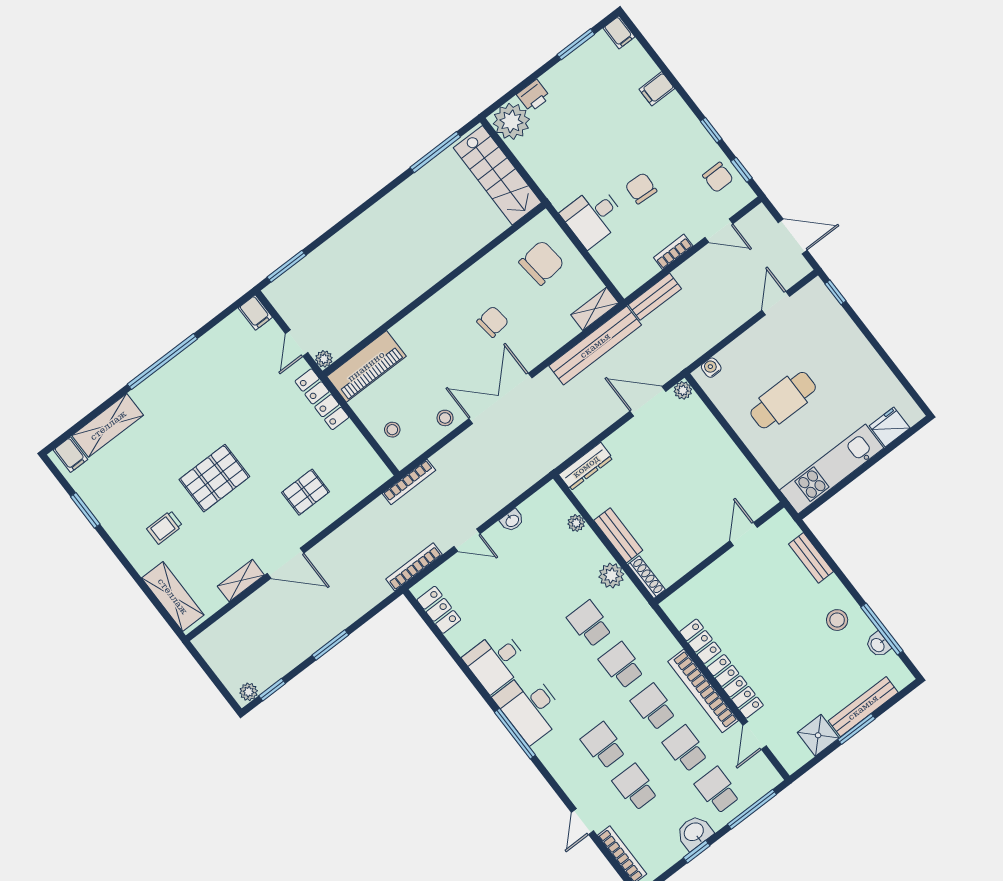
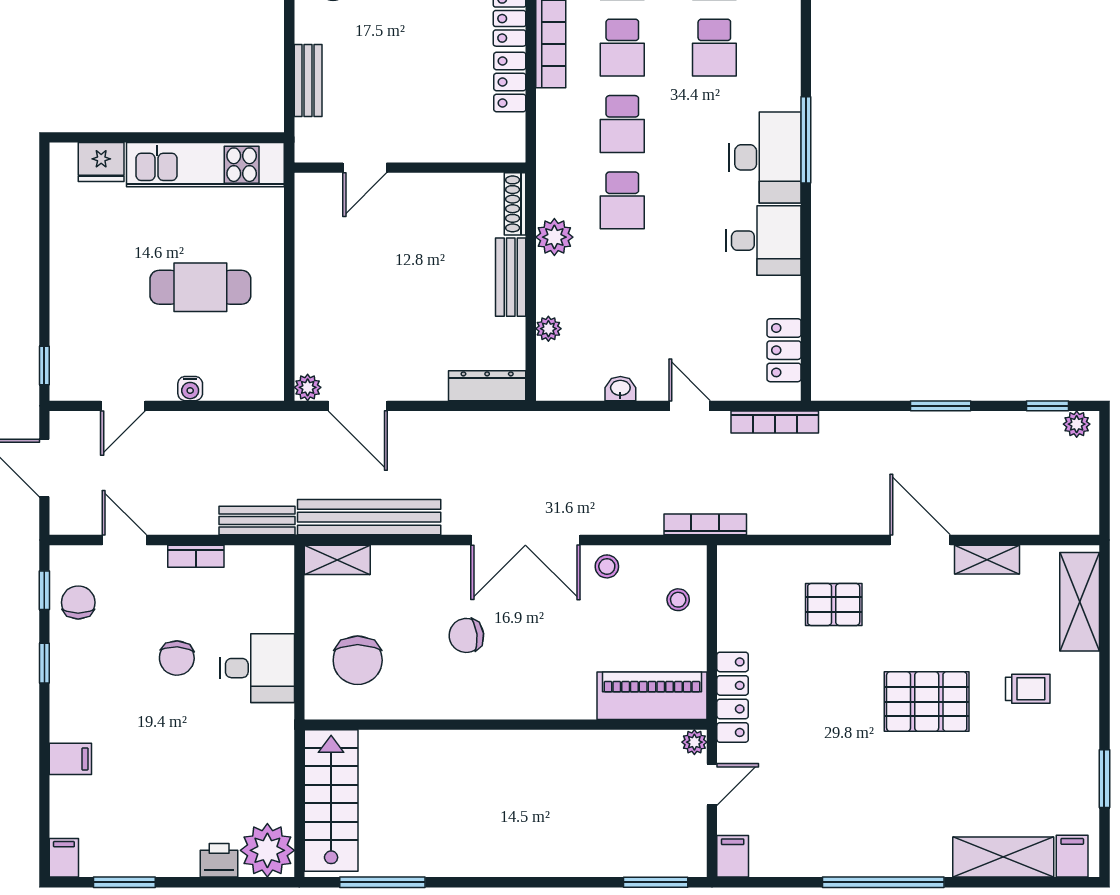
chair: (542, 263) -> (358, 660), turned -84
water cooler: (711, 368) -> (190, 389), moved

